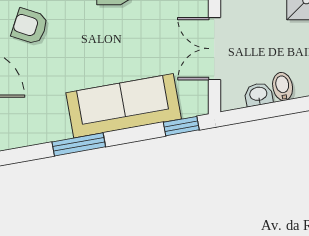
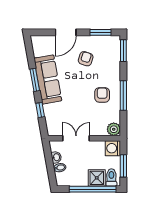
sofa: (124, 106) -> (48, 79), moved
window: (181, 126) -> (40, 110), moved

